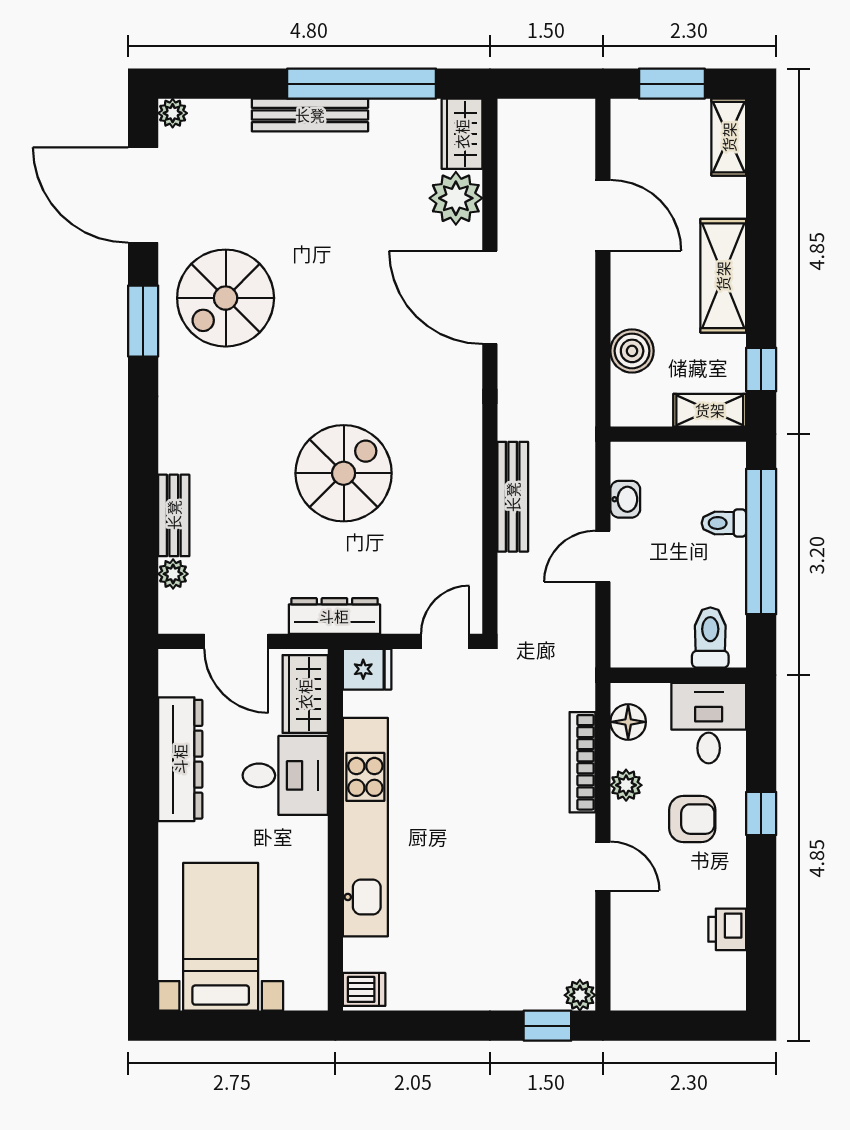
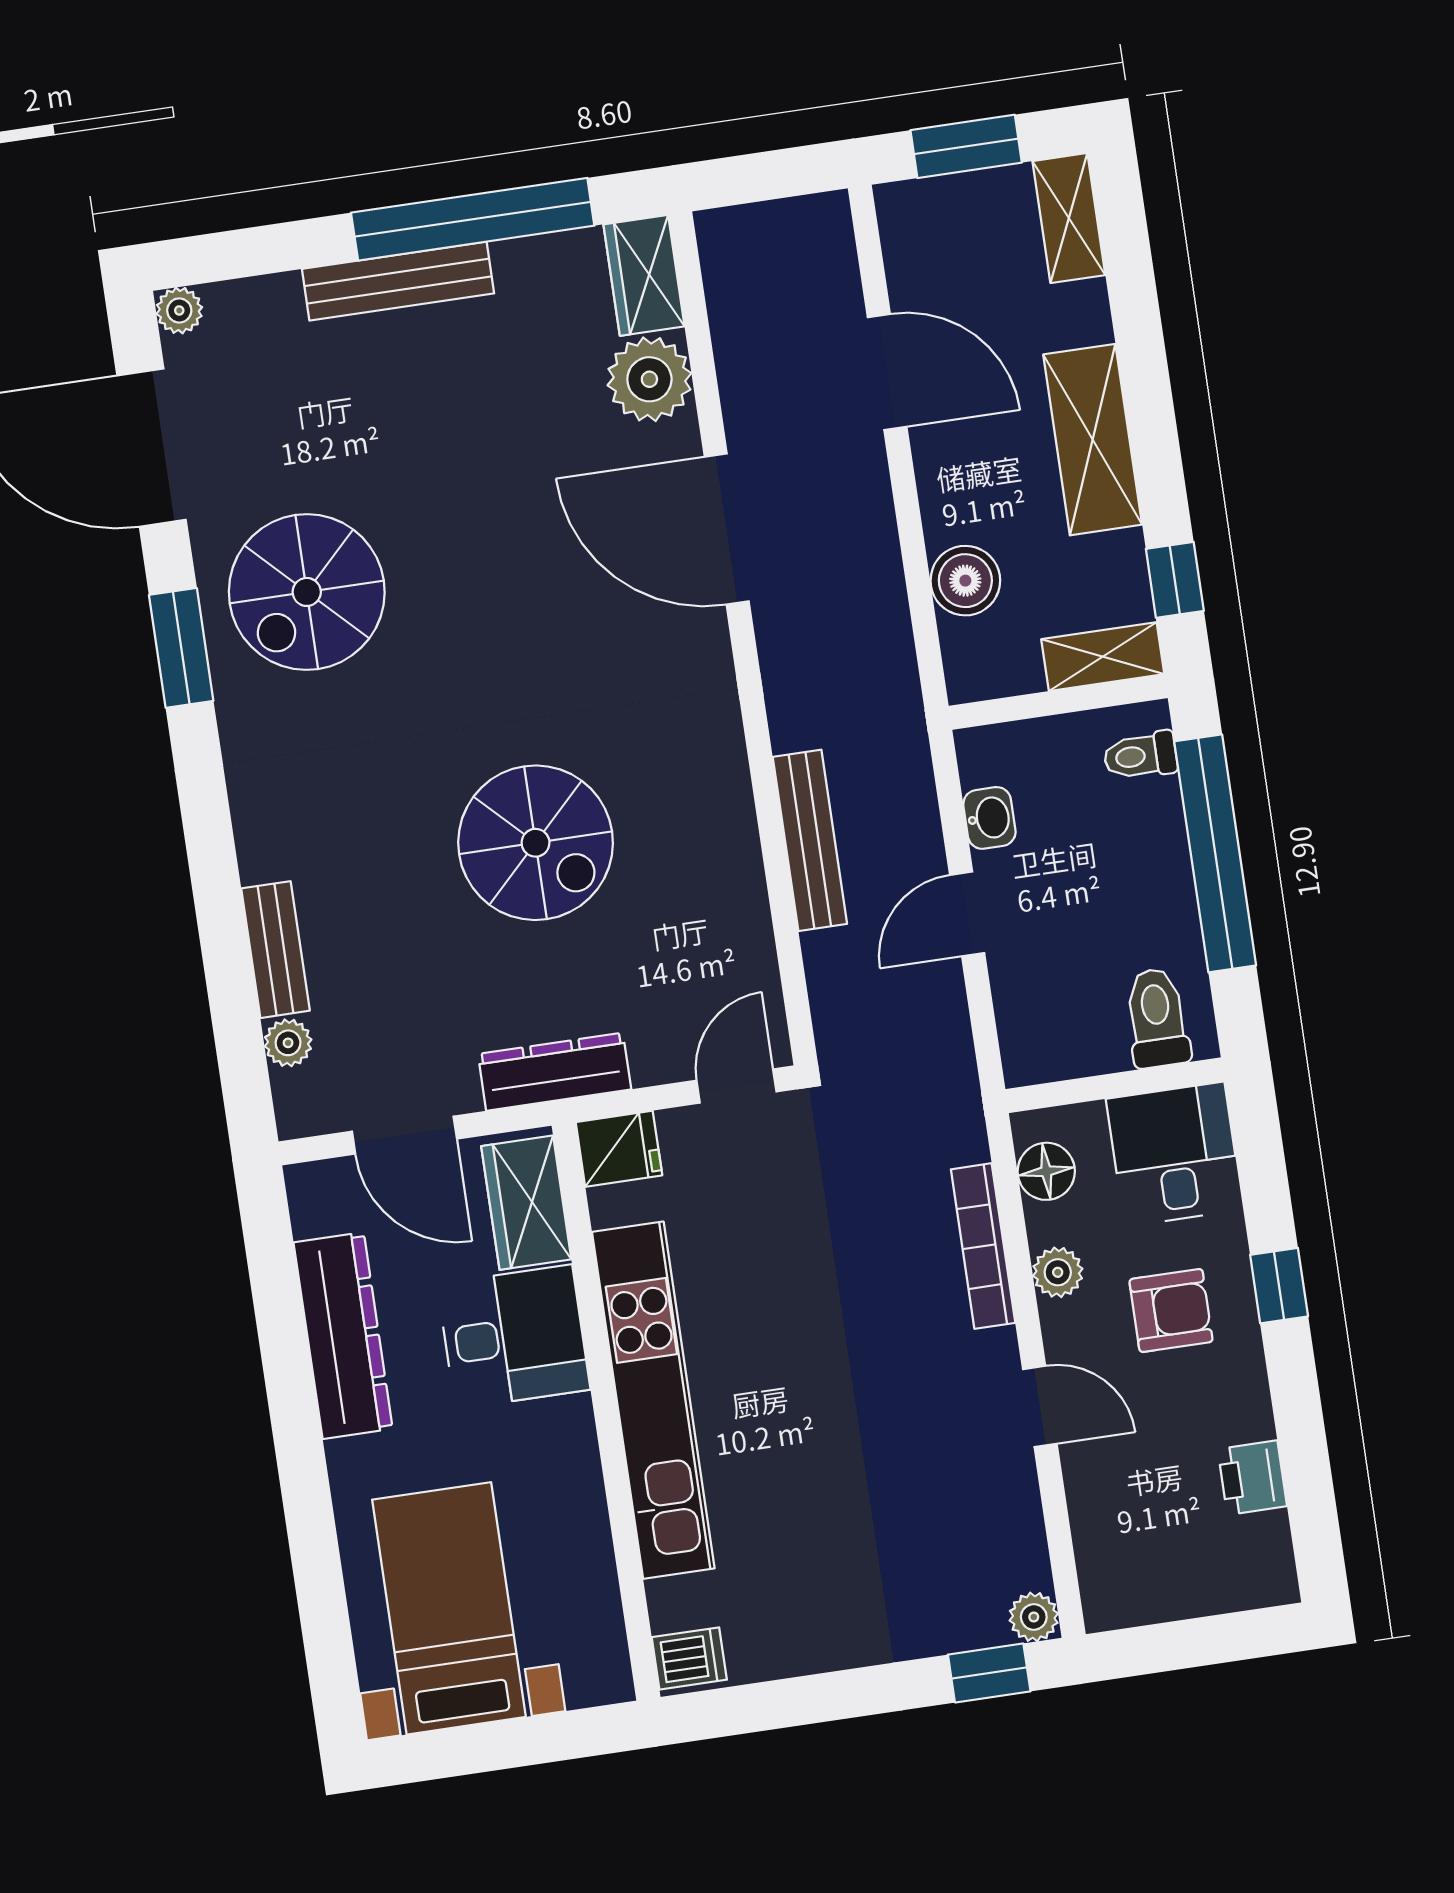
spiral stairs: (344, 473) -> (536, 843), turned 90
toilet: (724, 523) -> (1140, 756), moved

